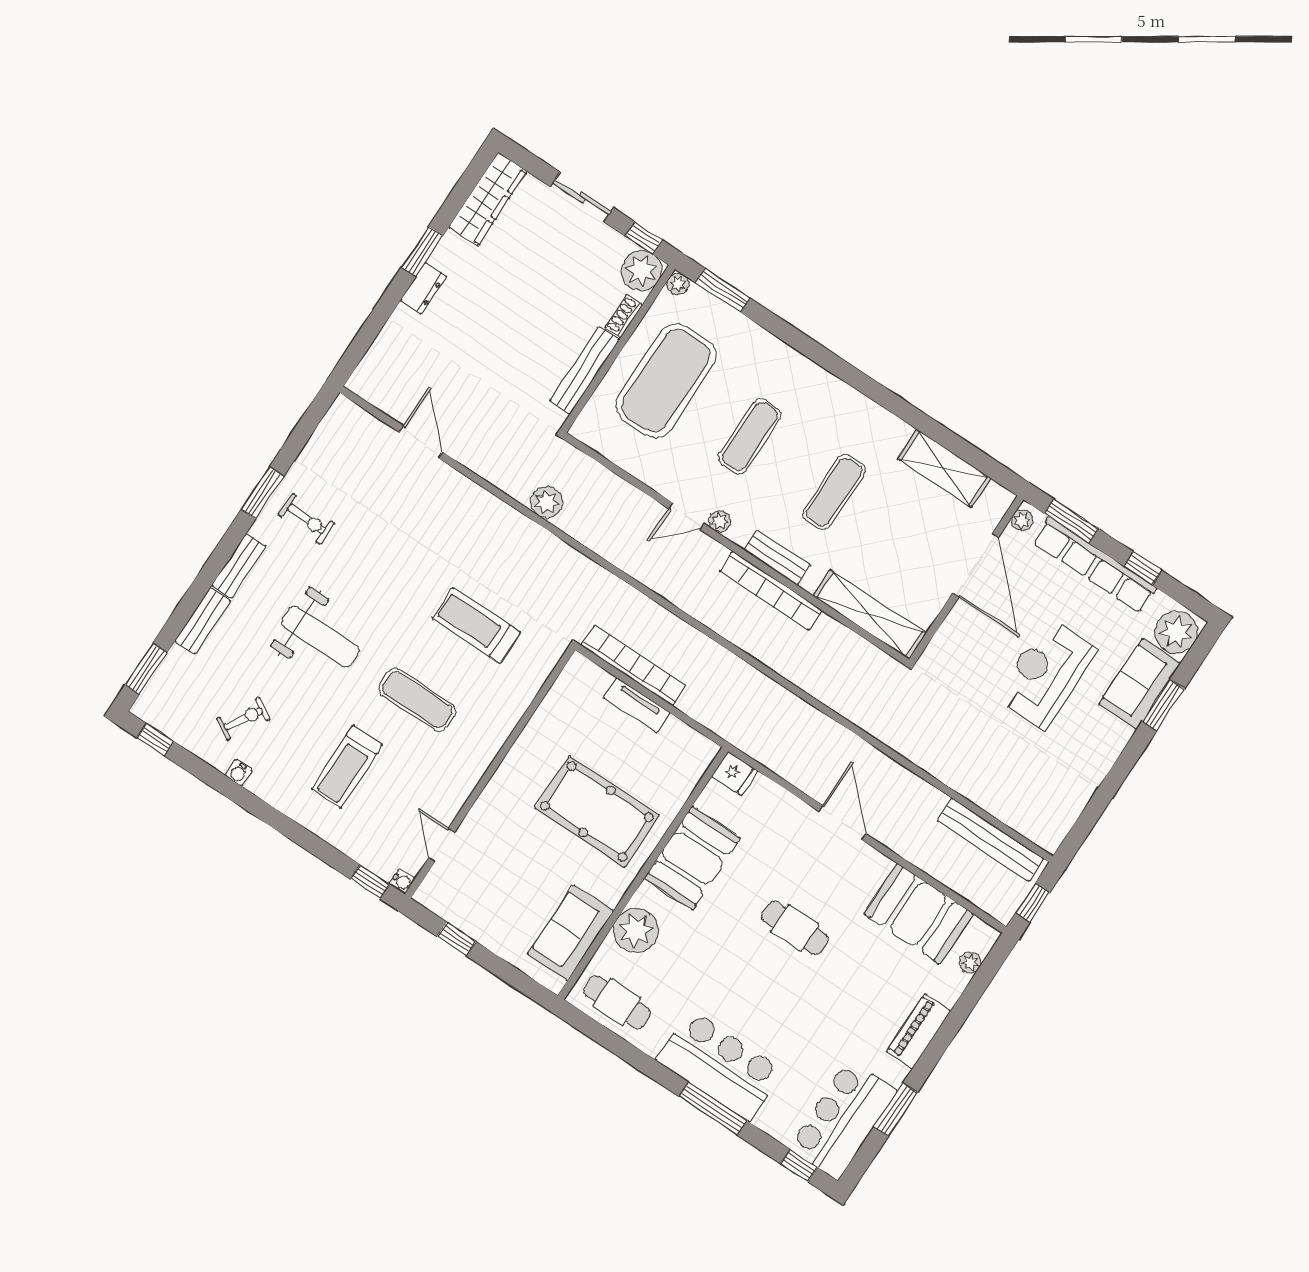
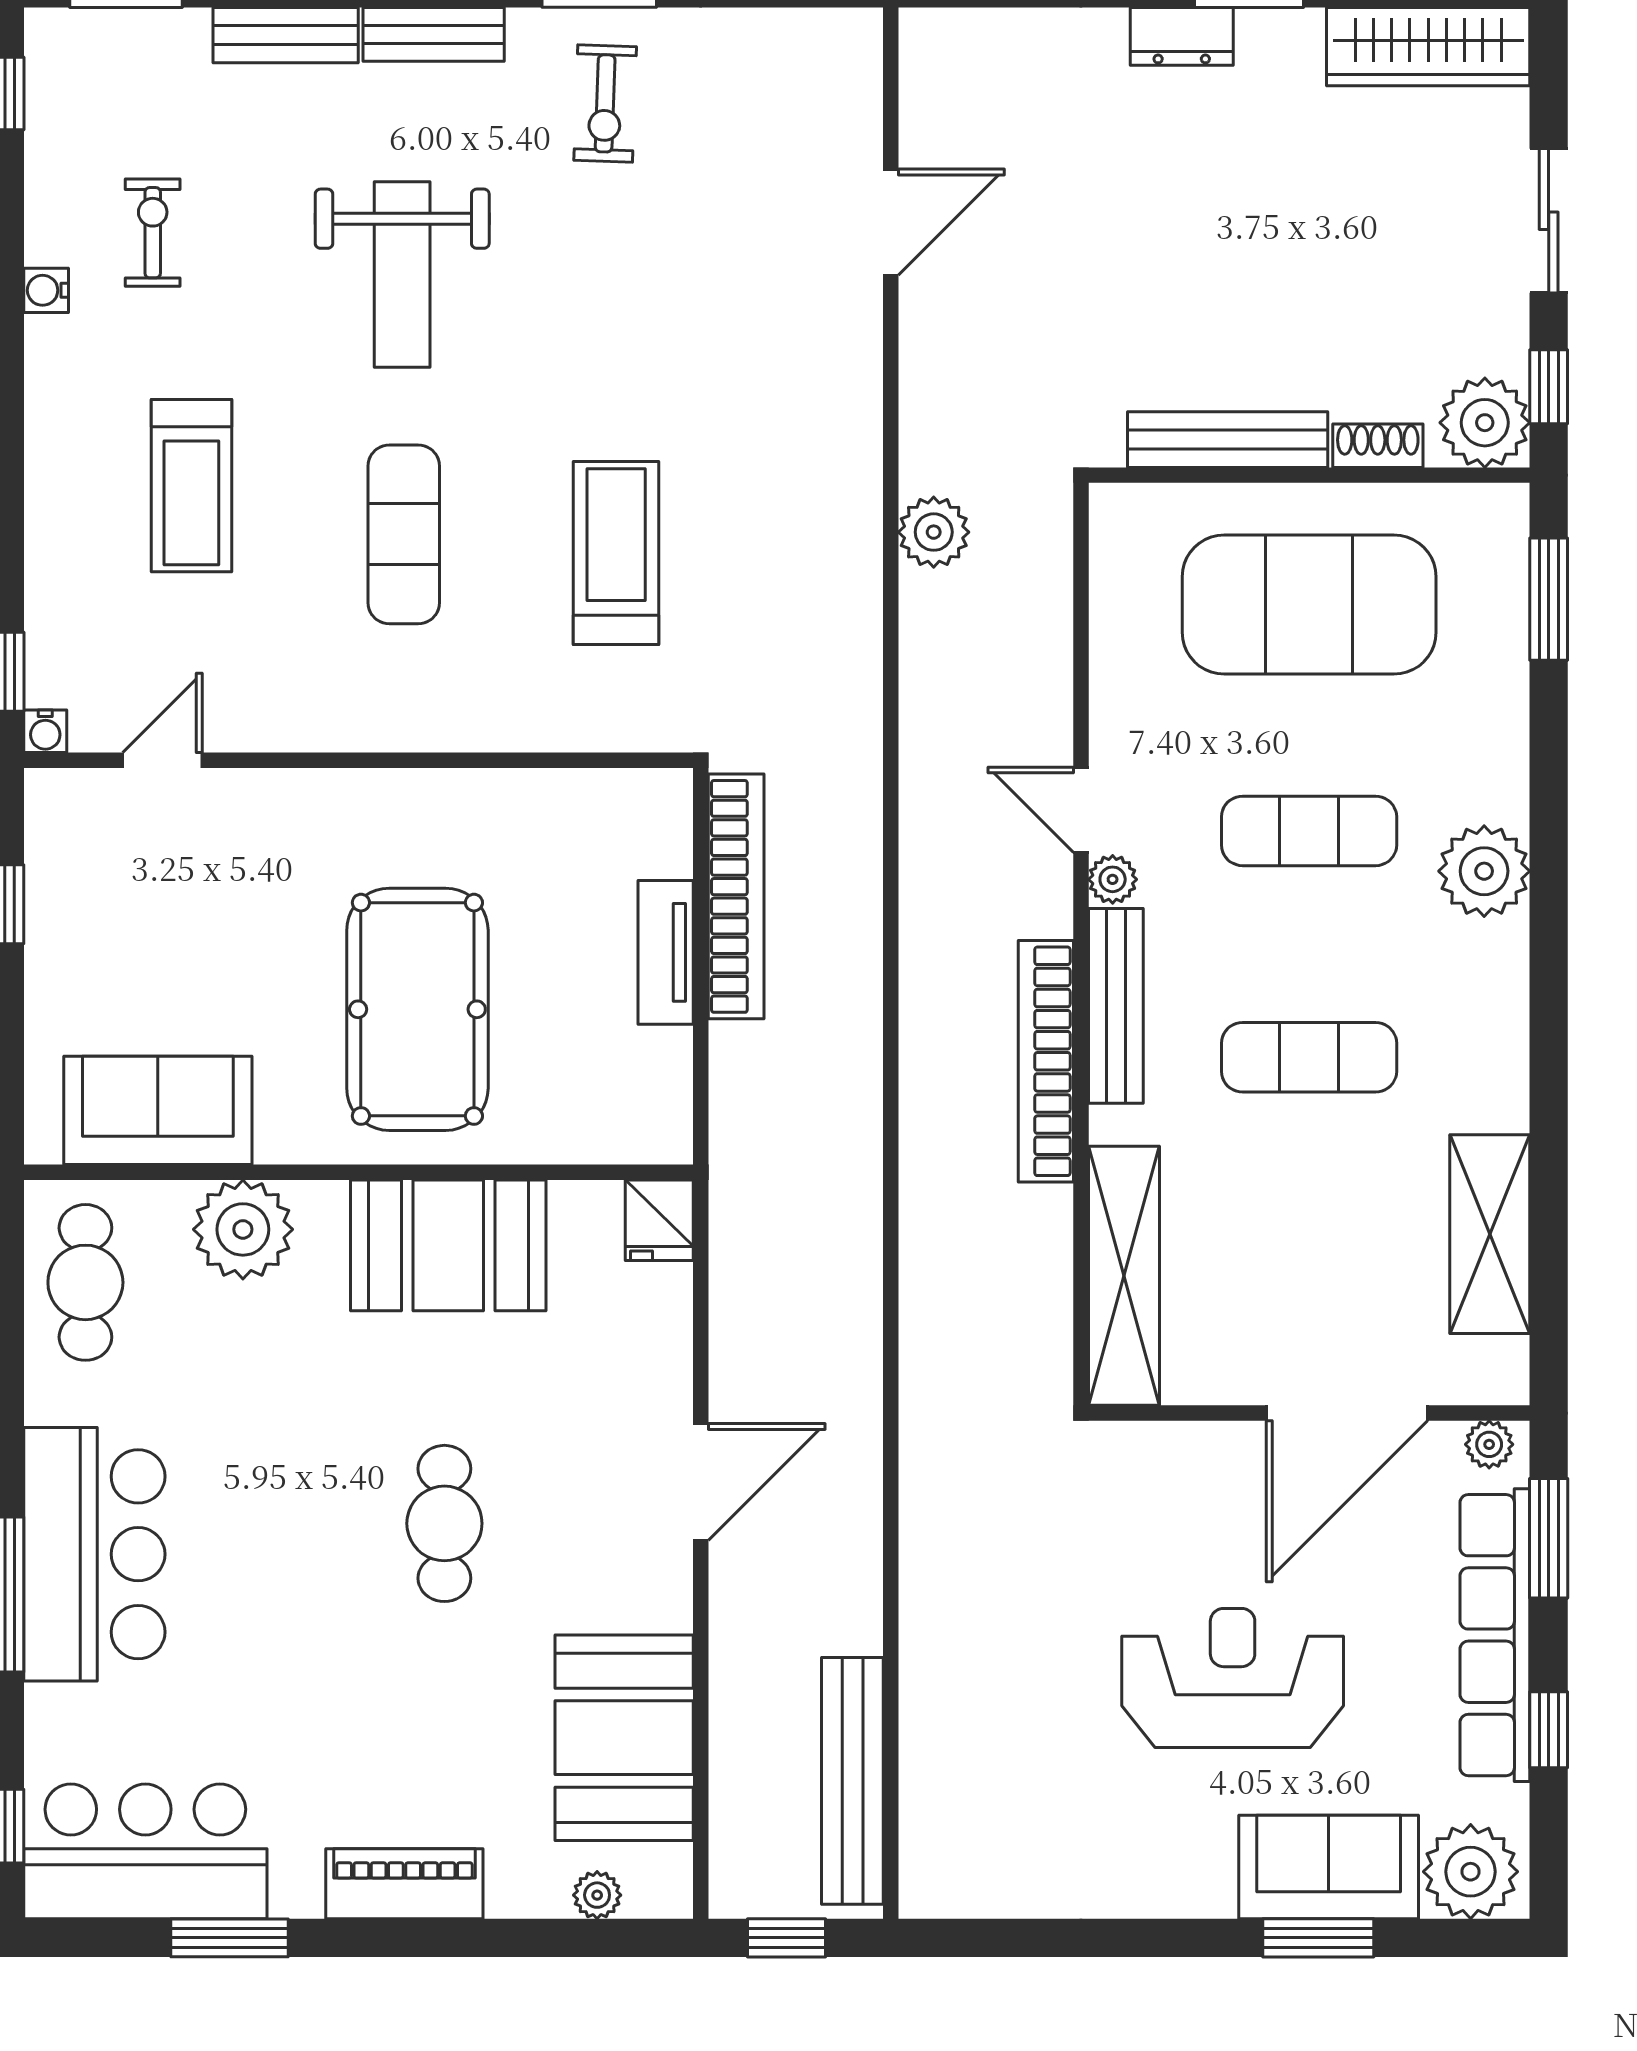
plant: (678, 284) -> (1484, 871), moved, width x1.88, depth x1.88
bench: (777, 558) -> (1116, 1006), width x1.36
exercise bike: (243, 719) -> (153, 233), turned -120
treadmill: (347, 767) -> (191, 486), turned -90

